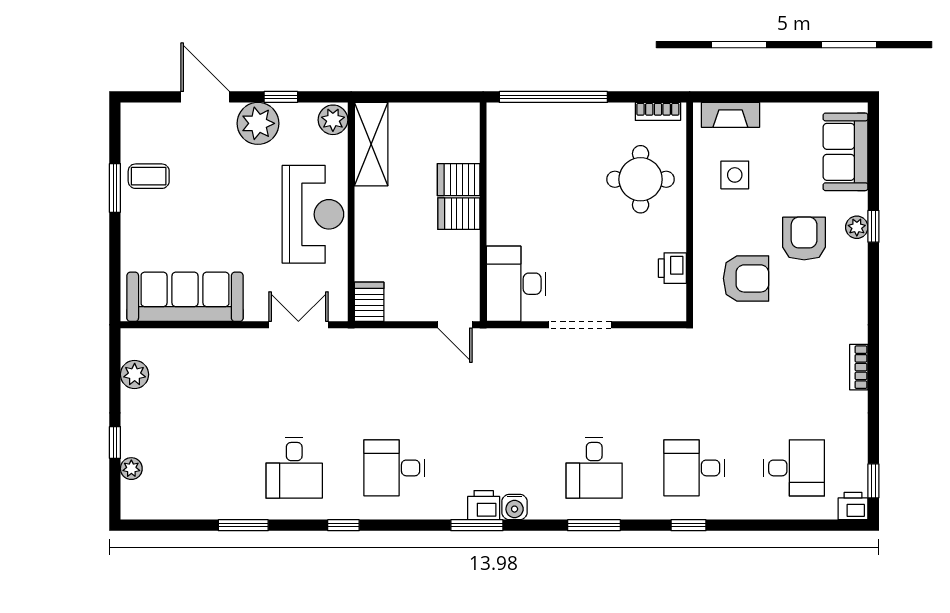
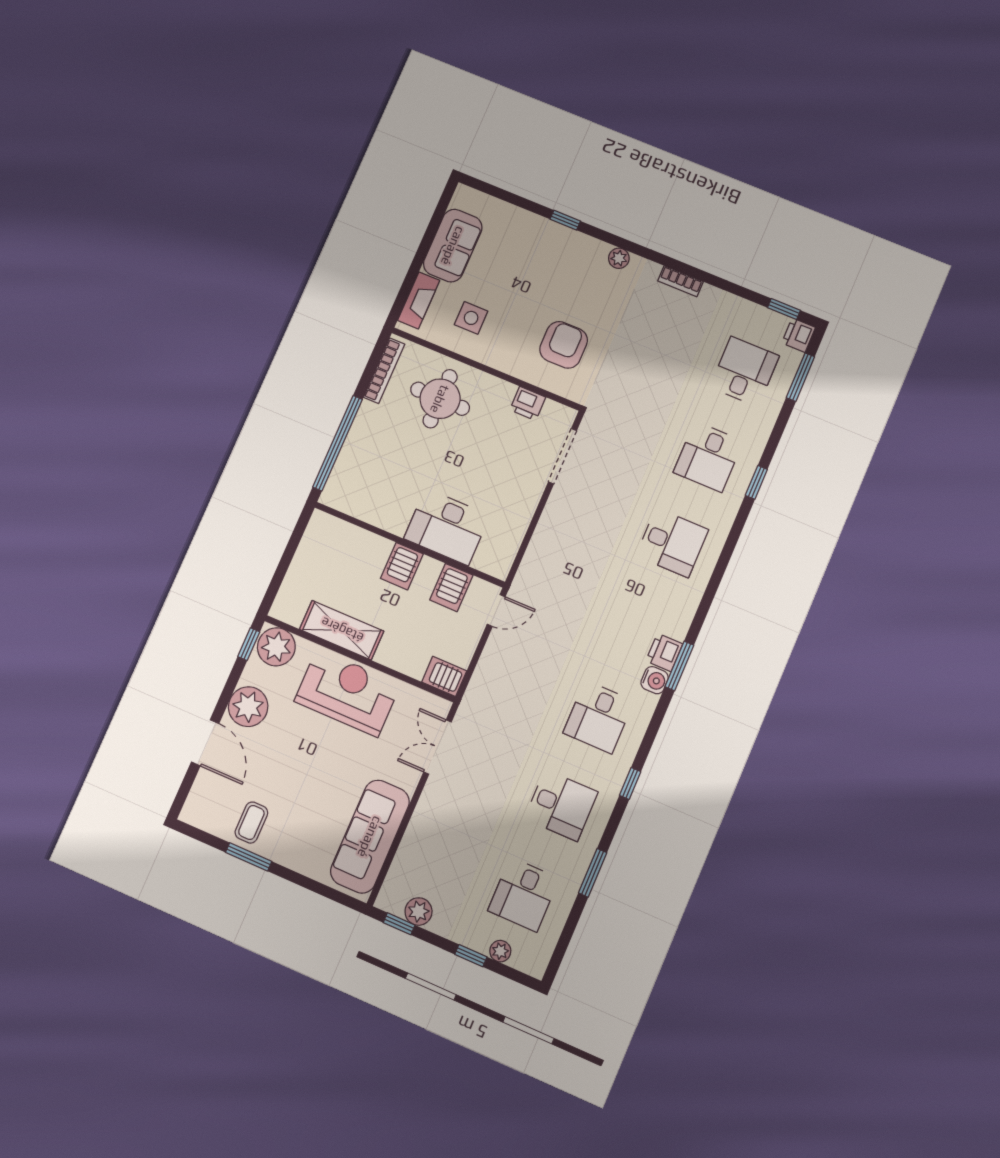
door: (205, 97) -> (205, 743), swing flipped
window: (281, 97) -> (249, 644), moved
bookcase: (658, 111) -> (384, 371), width x1.56
plant: (333, 120) -> (276, 647), width x1.36, depth x1.36
shelving: (371, 144) -> (342, 630), moved
sofa: (846, 152) -> (453, 246), moved, turned -90
server rack: (459, 180) -> (451, 588), moved
plant: (857, 227) -> (619, 258), moved
armchair: (804, 238) -> (551, 282), removed
desk: (516, 284) -> (447, 527), moved
doorway: (580, 325) -> (562, 456), moved
window: (115, 361) -> (399, 924), added
desk: (194, 468) -> (524, 894), added
water cooler: (515, 507) -> (655, 680), moved
window: (594, 525) -> (800, 377), moved

